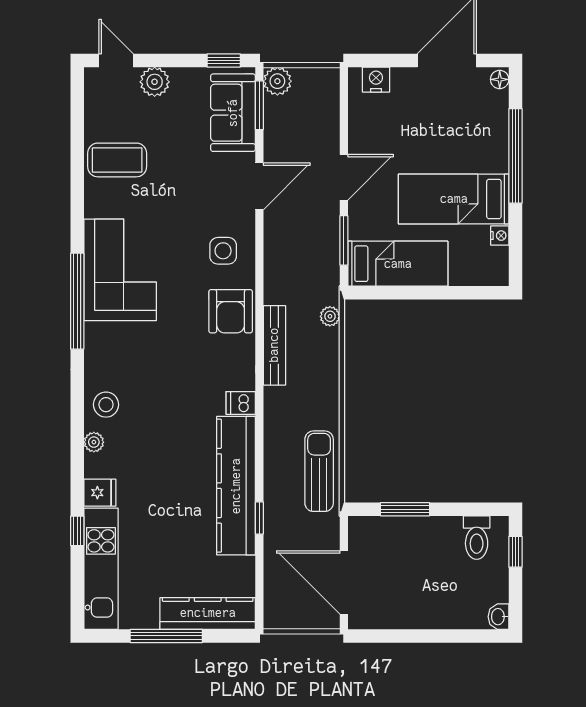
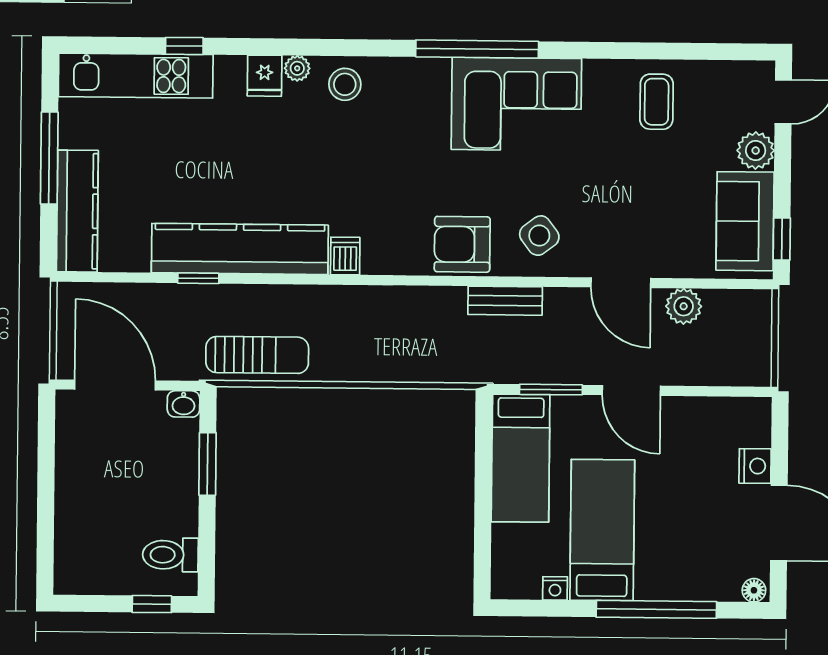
nightstand: (376, 80) -> (755, 466), moved
plant: (277, 81) -> (684, 306), moved
window: (259, 105) -> (724, 284), removed
sofa: (233, 113) -> (745, 221), moved, turned -90
coffee table: (117, 160) -> (657, 102), width x0.73, depth x0.77
side table: (223, 251) -> (539, 236), turned -37
plant: (330, 316) -> (454, 371), removed
bench: (274, 345) -> (505, 301), moved, width x0.73
fridge: (100, 493) -> (265, 76), moved
door: (344, 582) -> (115, 385), hinge flipped
washbasin: (499, 617) -> (183, 404), moved, turned 180

